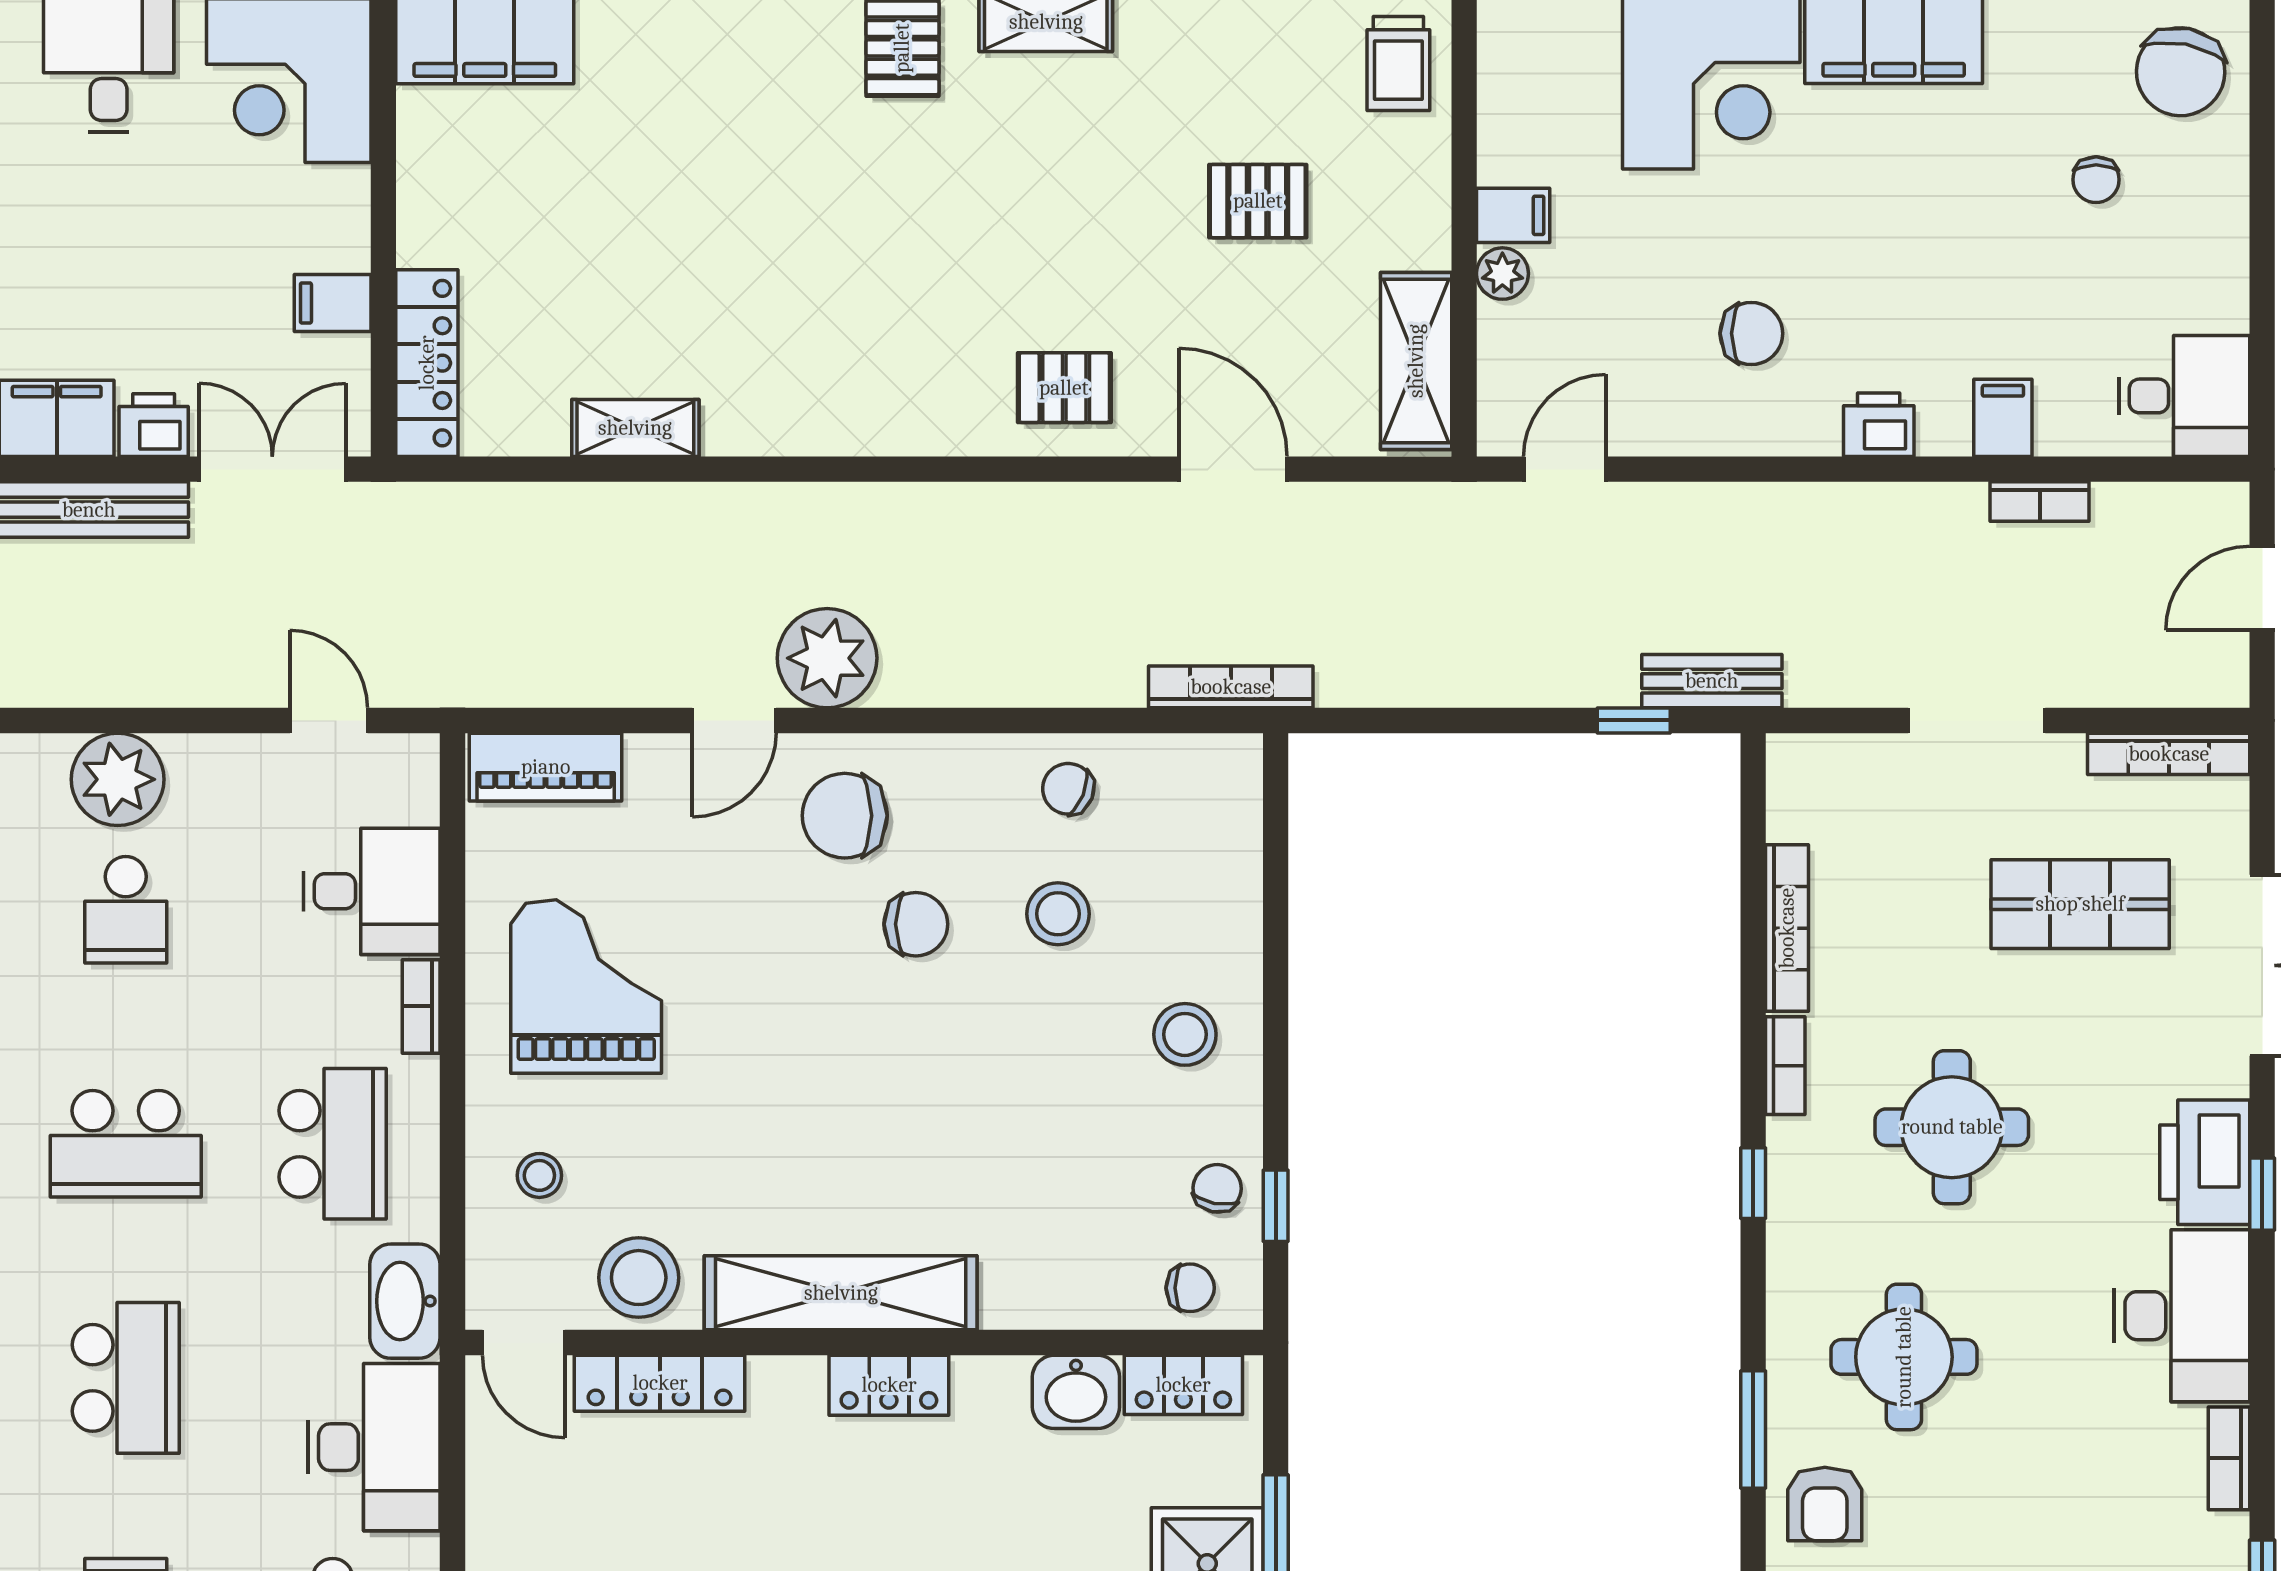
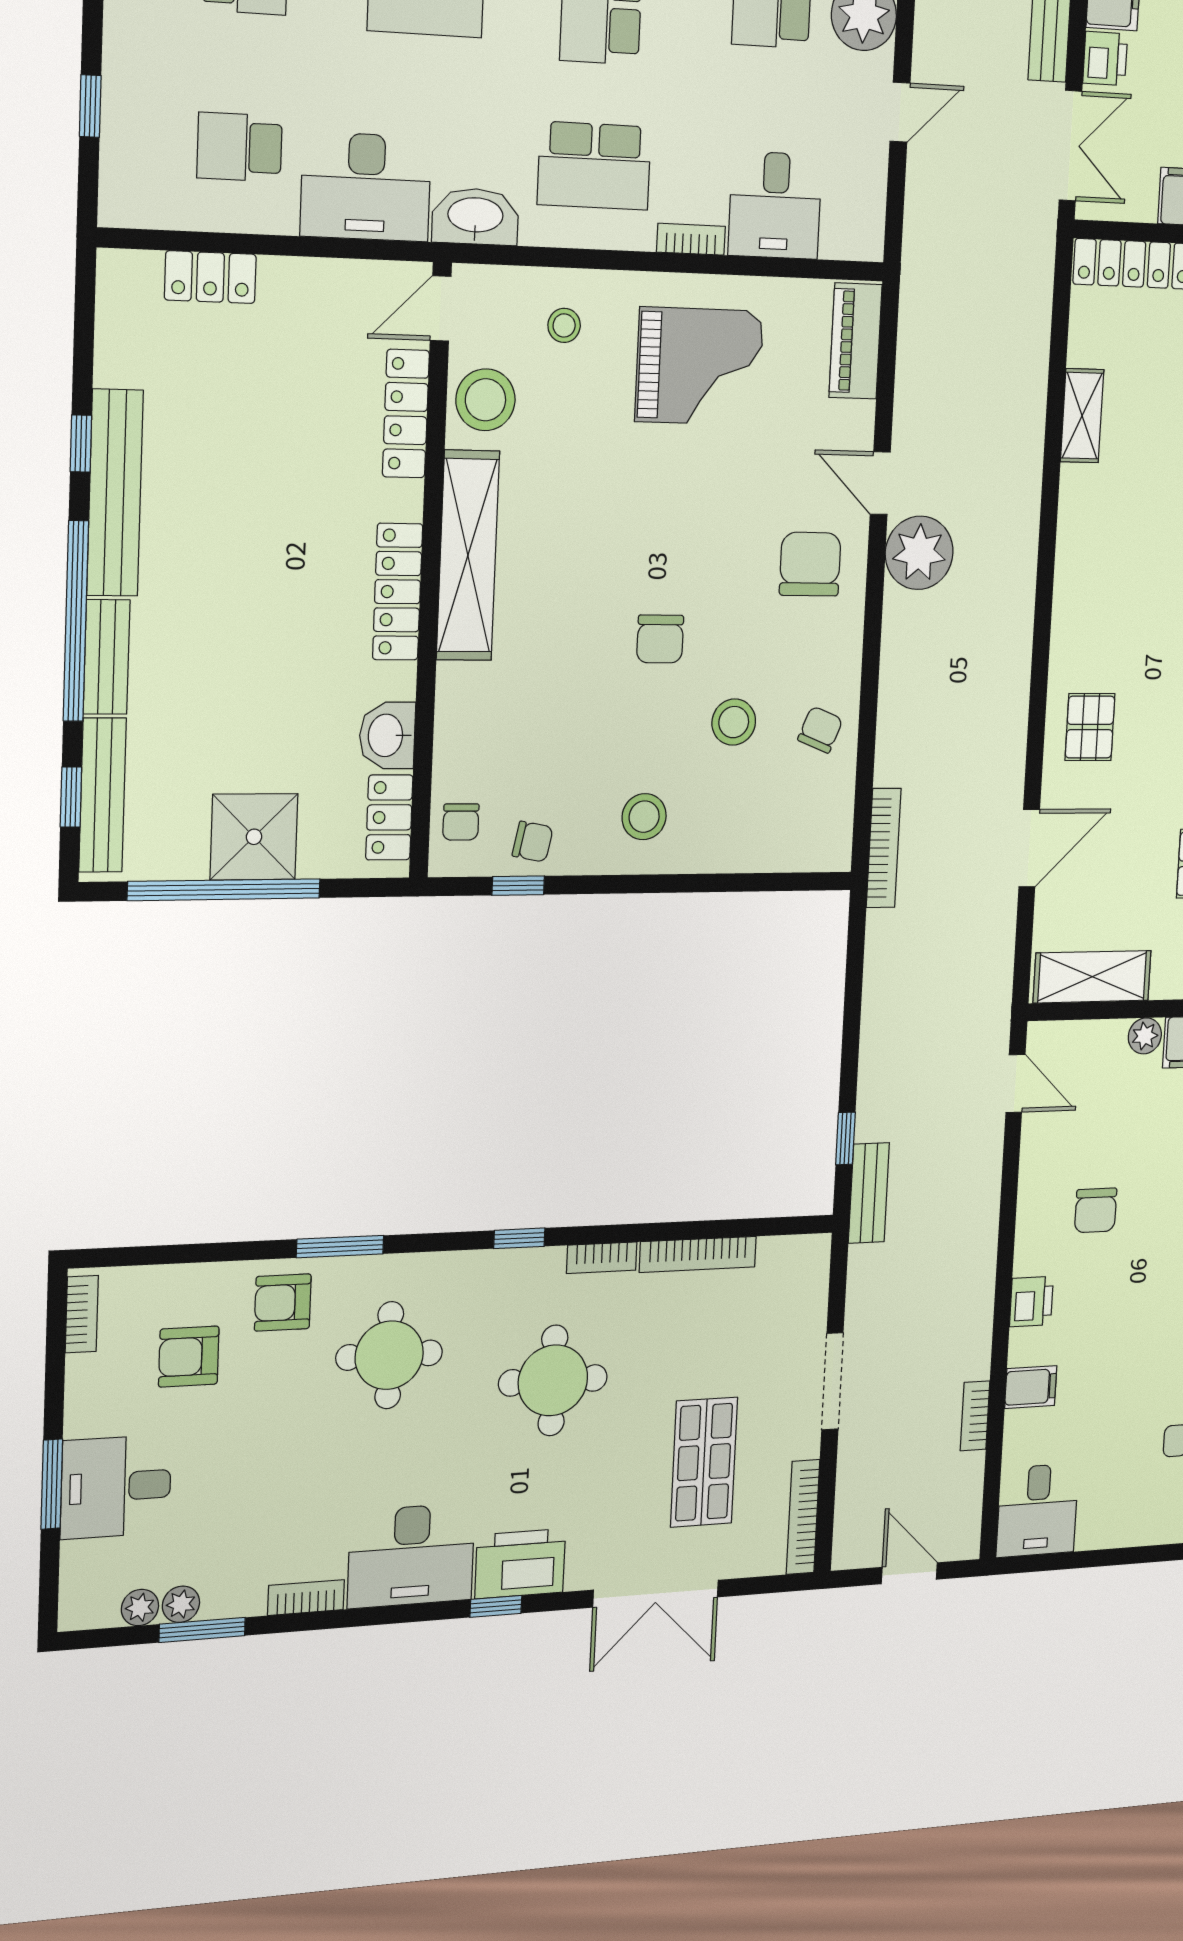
door: (329, 720) -> (900, 112), moved
chair: (916, 924) -> (660, 639), moved
locker: (889, 1385) -> (398, 592), width x1.53

